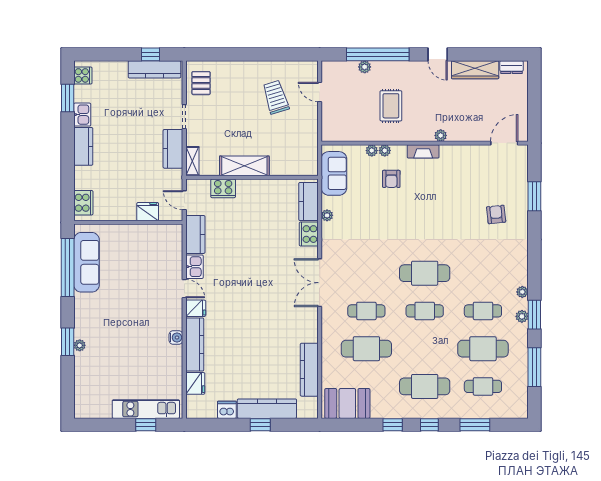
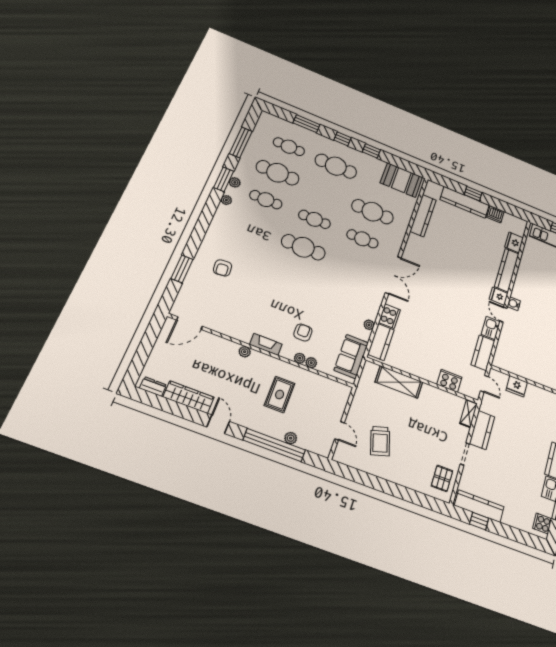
shelving: (244, 166) -> (399, 382), moved
water cooler: (176, 337) -> (514, 304), moved

